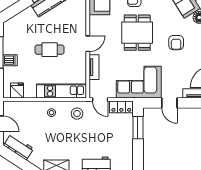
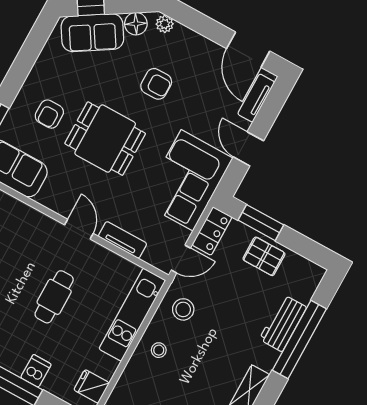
door: (169, 103) -> (249, 149), swing flipped
pallet: (123, 138) -> (264, 256), added

